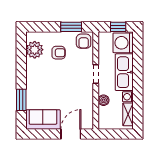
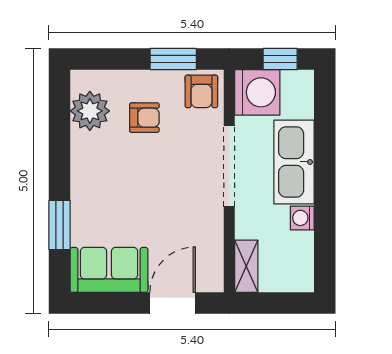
washing machine: (123, 43) -> (257, 92), moved, turned 180
doorway: (96, 74) -> (229, 166), width x1.88
boiler: (104, 100) -> (247, 226), removed
shelving: (128, 114) -> (246, 266), moved

